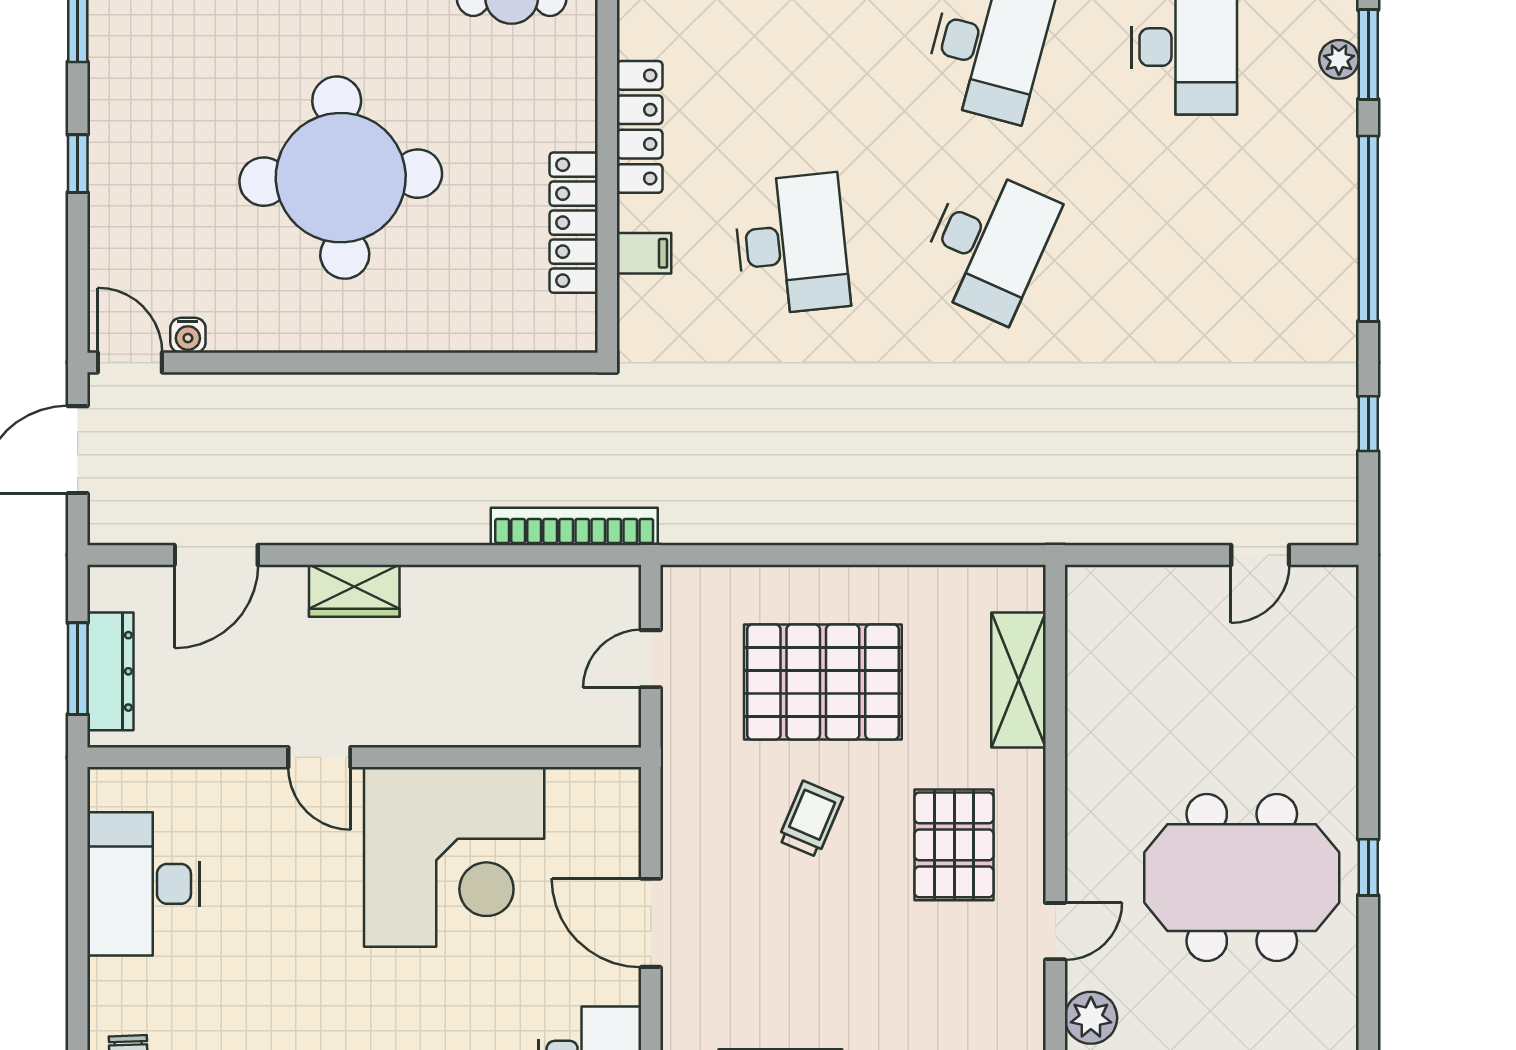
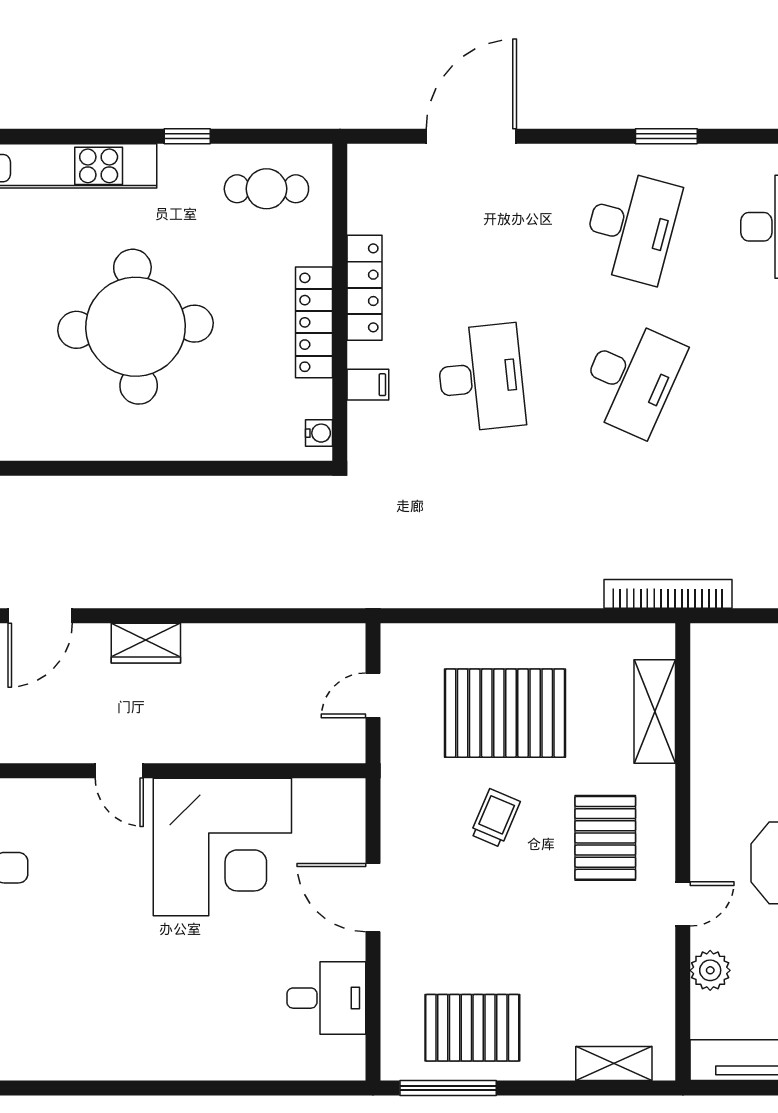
locker: (574, 223) -> (314, 322), moved
water cooler: (188, 335) -> (319, 433), moved, turned -90
bookcase: (574, 526) -> (668, 594), moved

